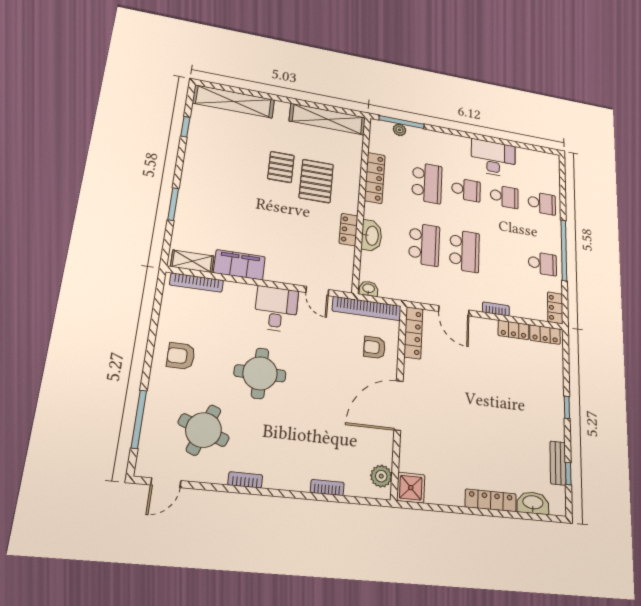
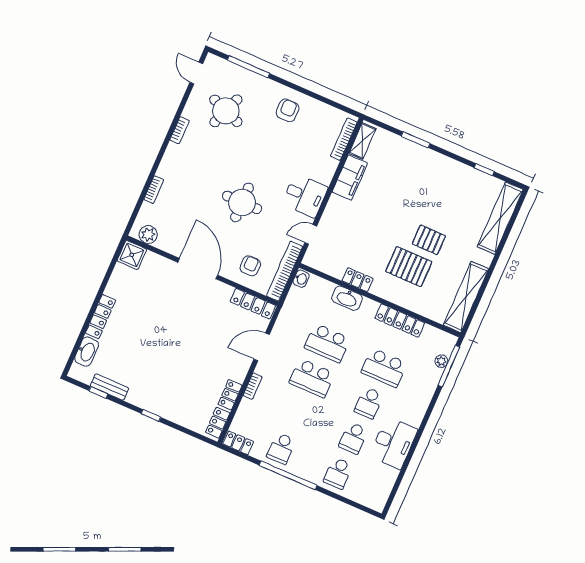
round table: (260, 373) -> (242, 202), moved

